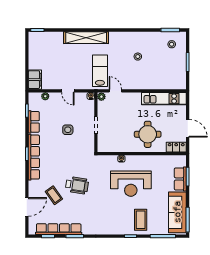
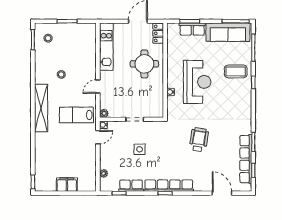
shelving: (86, 38) -> (41, 108), moved
filing cabinet: (35, 80) -> (67, 185), moved
door: (68, 91) -> (98, 137), moved
door: (115, 91) -> (98, 87), moved
coffee table: (54, 195) -> (210, 164), removed

